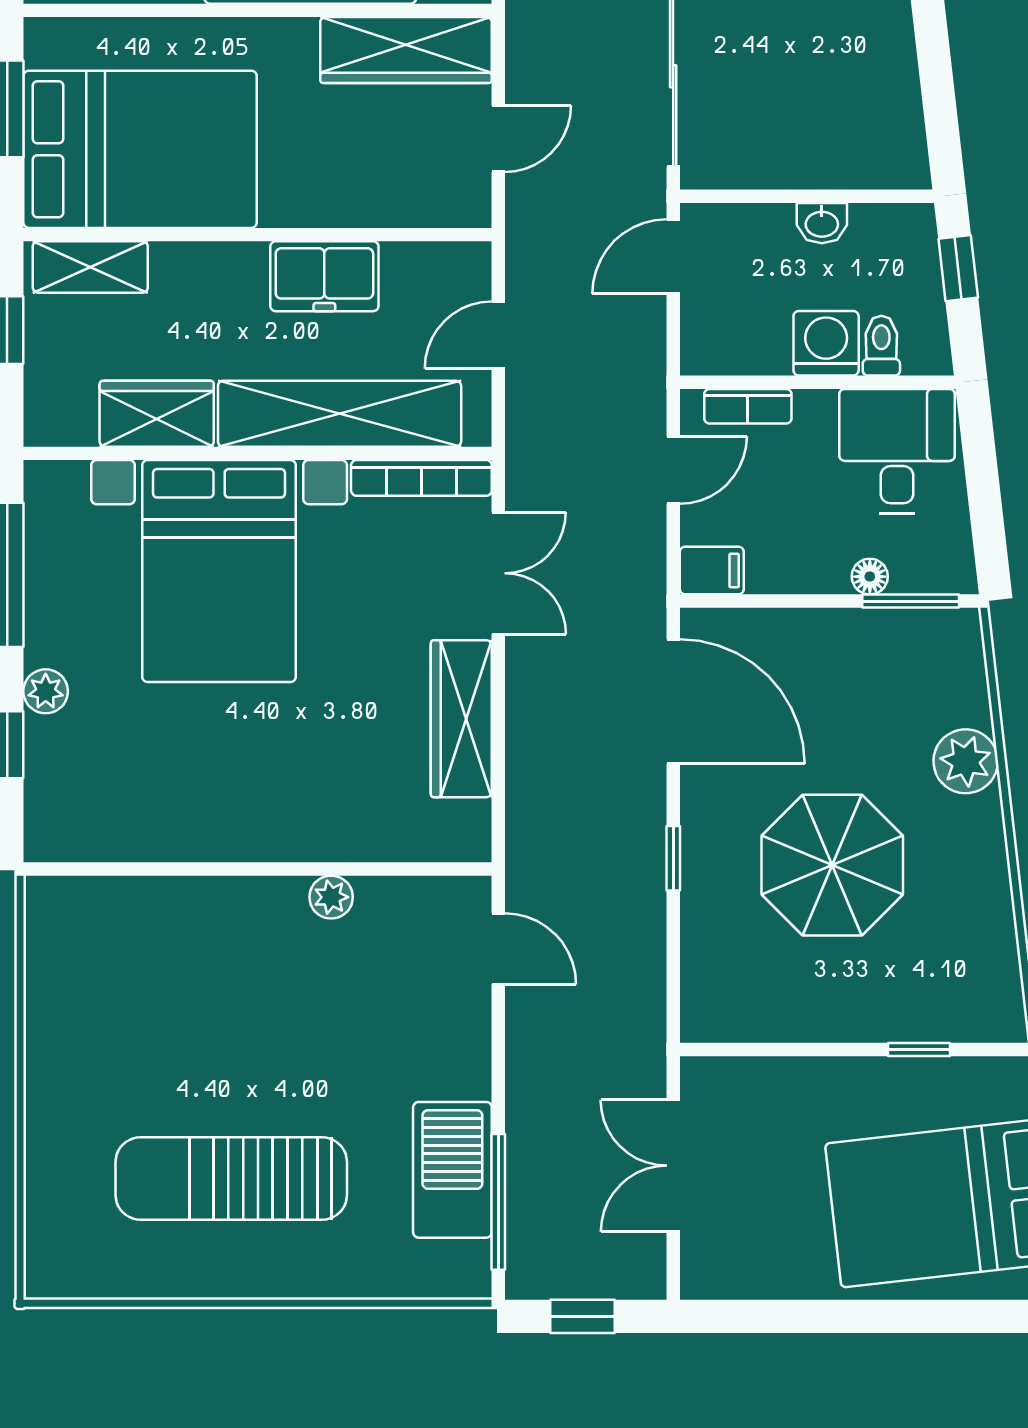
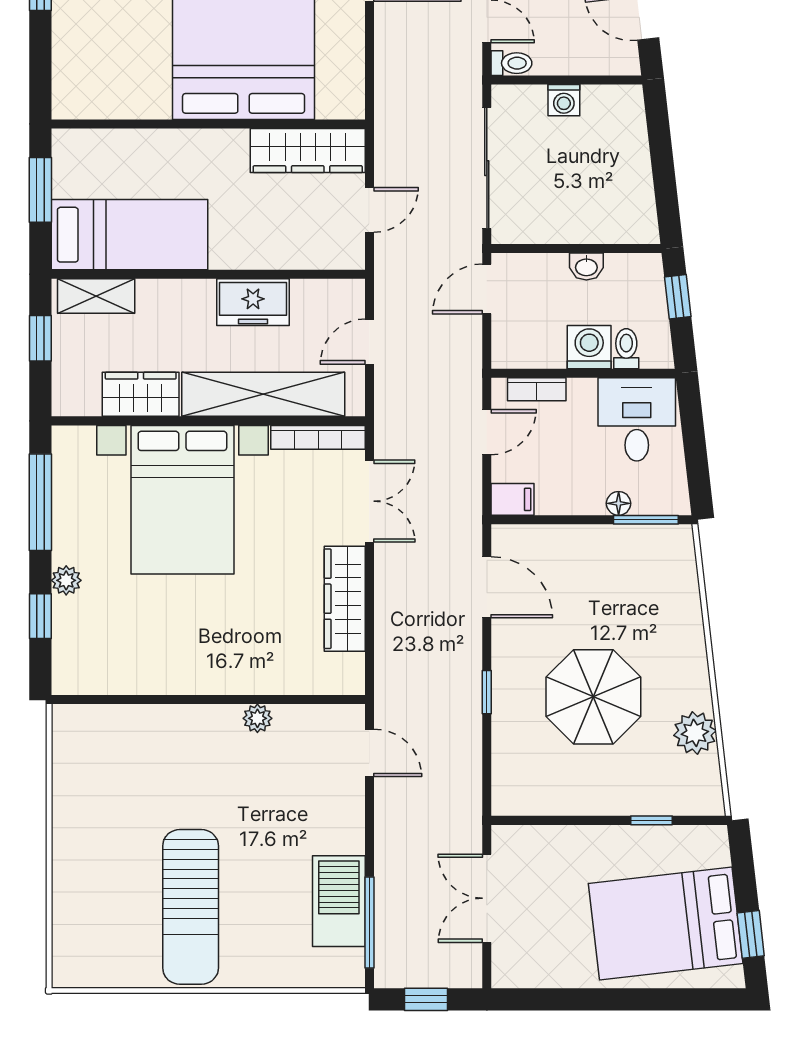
bed: (140, 149) -> (130, 235), width x0.67
door: (673, 702) -> (487, 587), width x0.73
plant: (966, 761) -> (695, 733), moved
sun lounger: (231, 1179) -> (191, 907), turned -90

